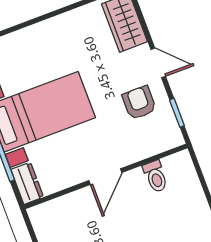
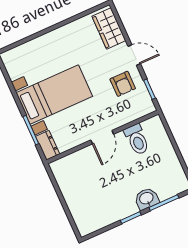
armchair: (139, 103) -> (123, 84), turned 180
toilet: (155, 176) -> (137, 139), width x1.37, depth x1.39

